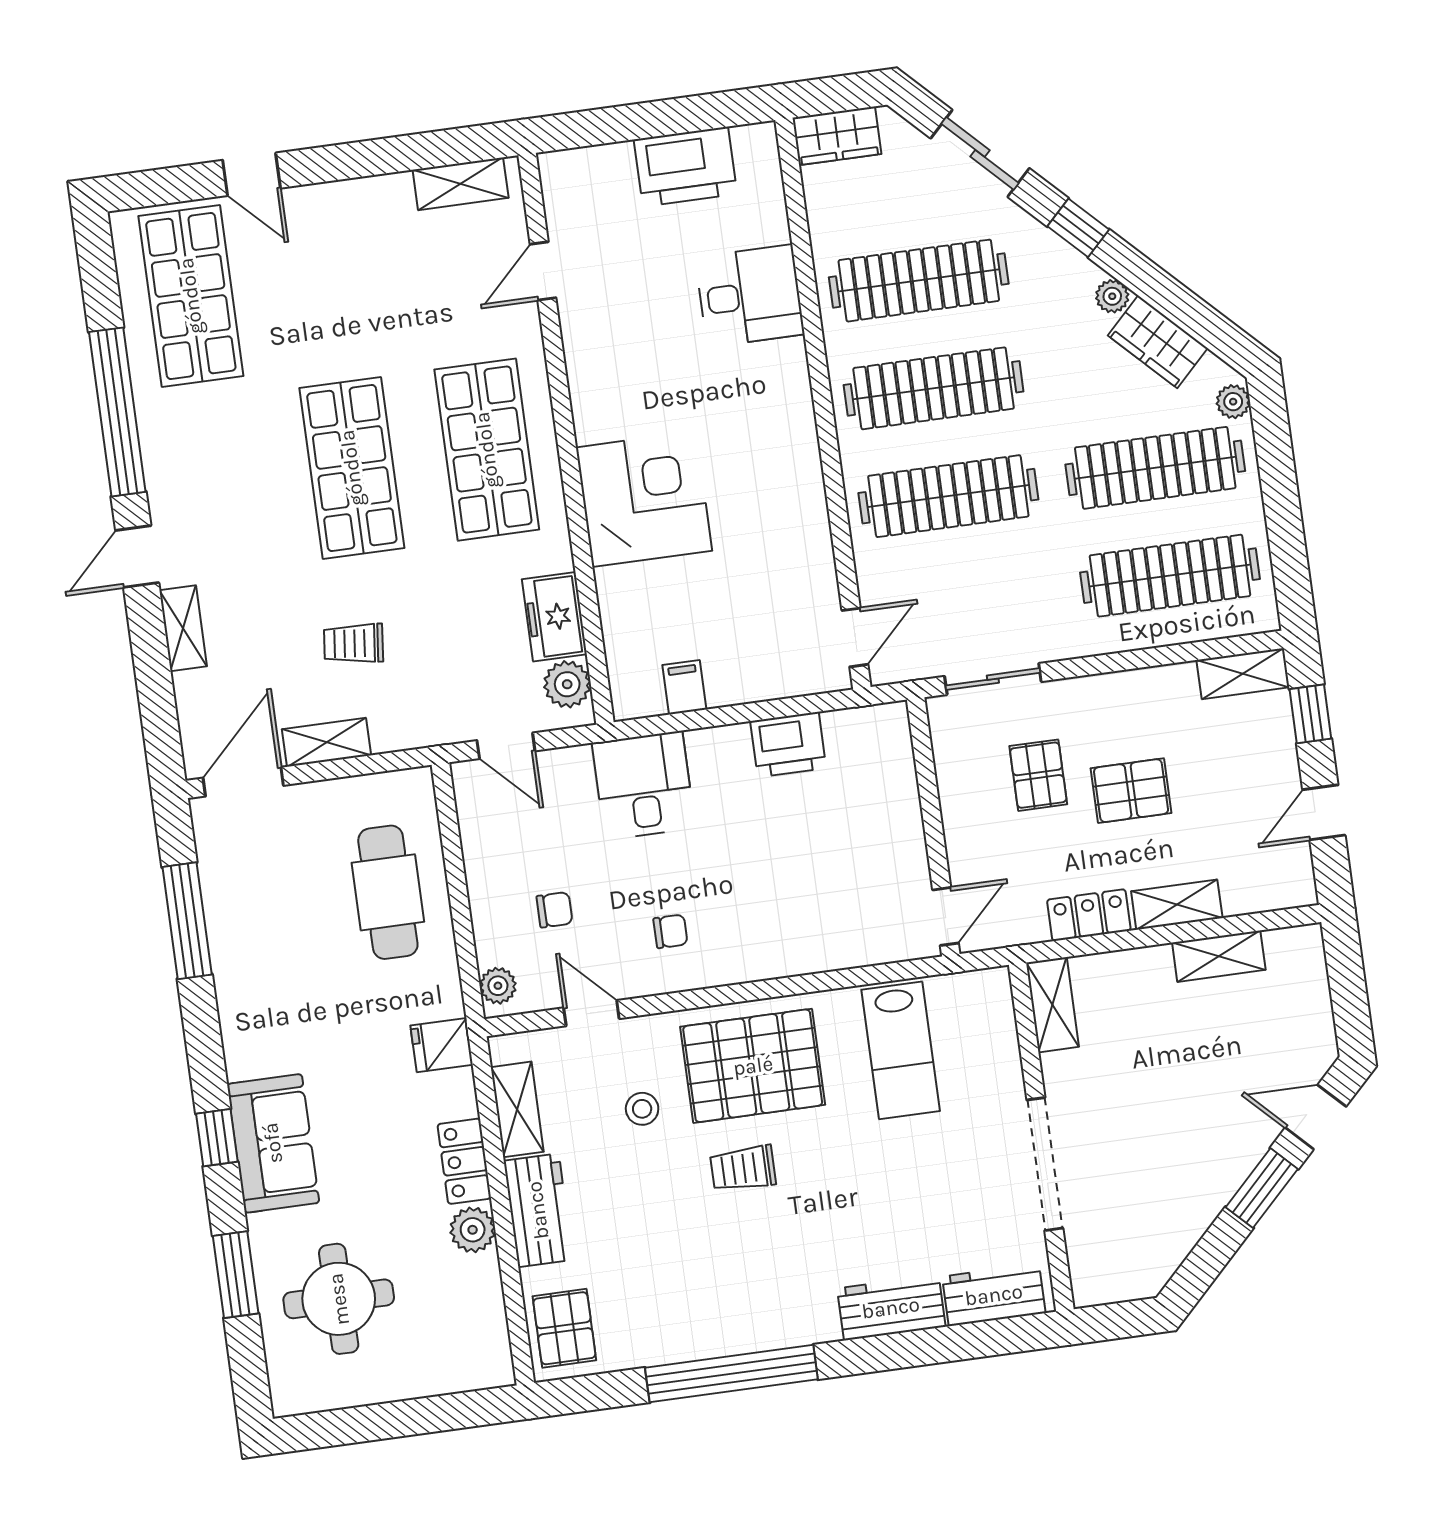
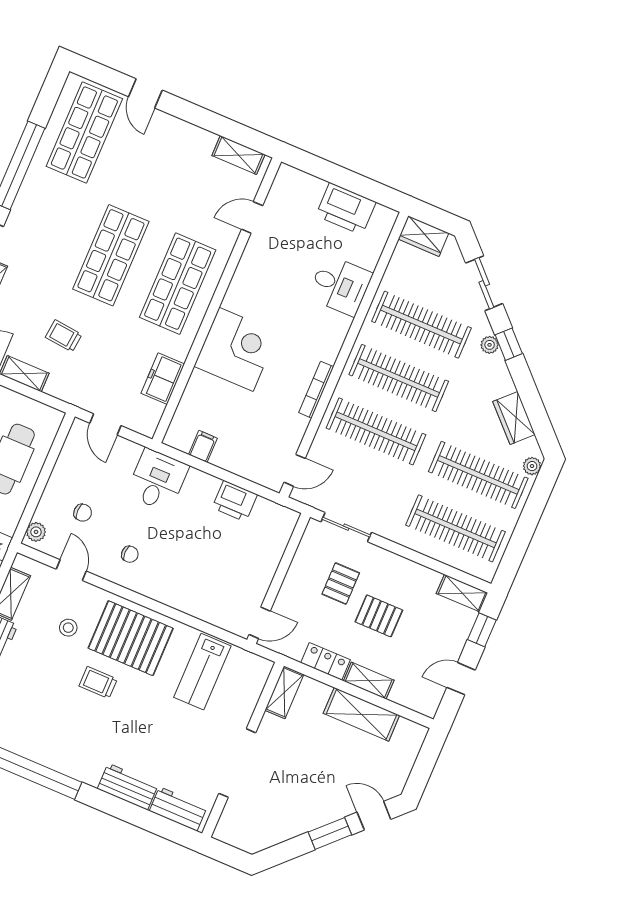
plant: (1112, 296) -> (490, 345), moved
bookcase: (812, 487) -> (316, 390), added
plant: (567, 684) -> (150, 413), removed
shelving: (1219, 956) -> (361, 714), width x1.50, depth x1.33

